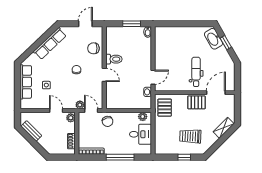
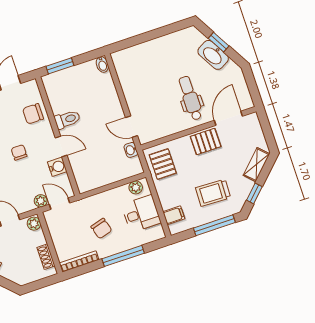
window: (132, 24) -> (60, 66), moved
washbasin: (214, 39) -> (213, 55), moved
door: (153, 77) -> (132, 127), swing flipped
water cooler: (98, 87) -> (57, 167), added
chair: (108, 121) -> (101, 229), moved
filing cabinet: (161, 142) -> (174, 215), added
window: (216, 146) -> (254, 193), added
window: (184, 157) -> (214, 225), width x2.17

